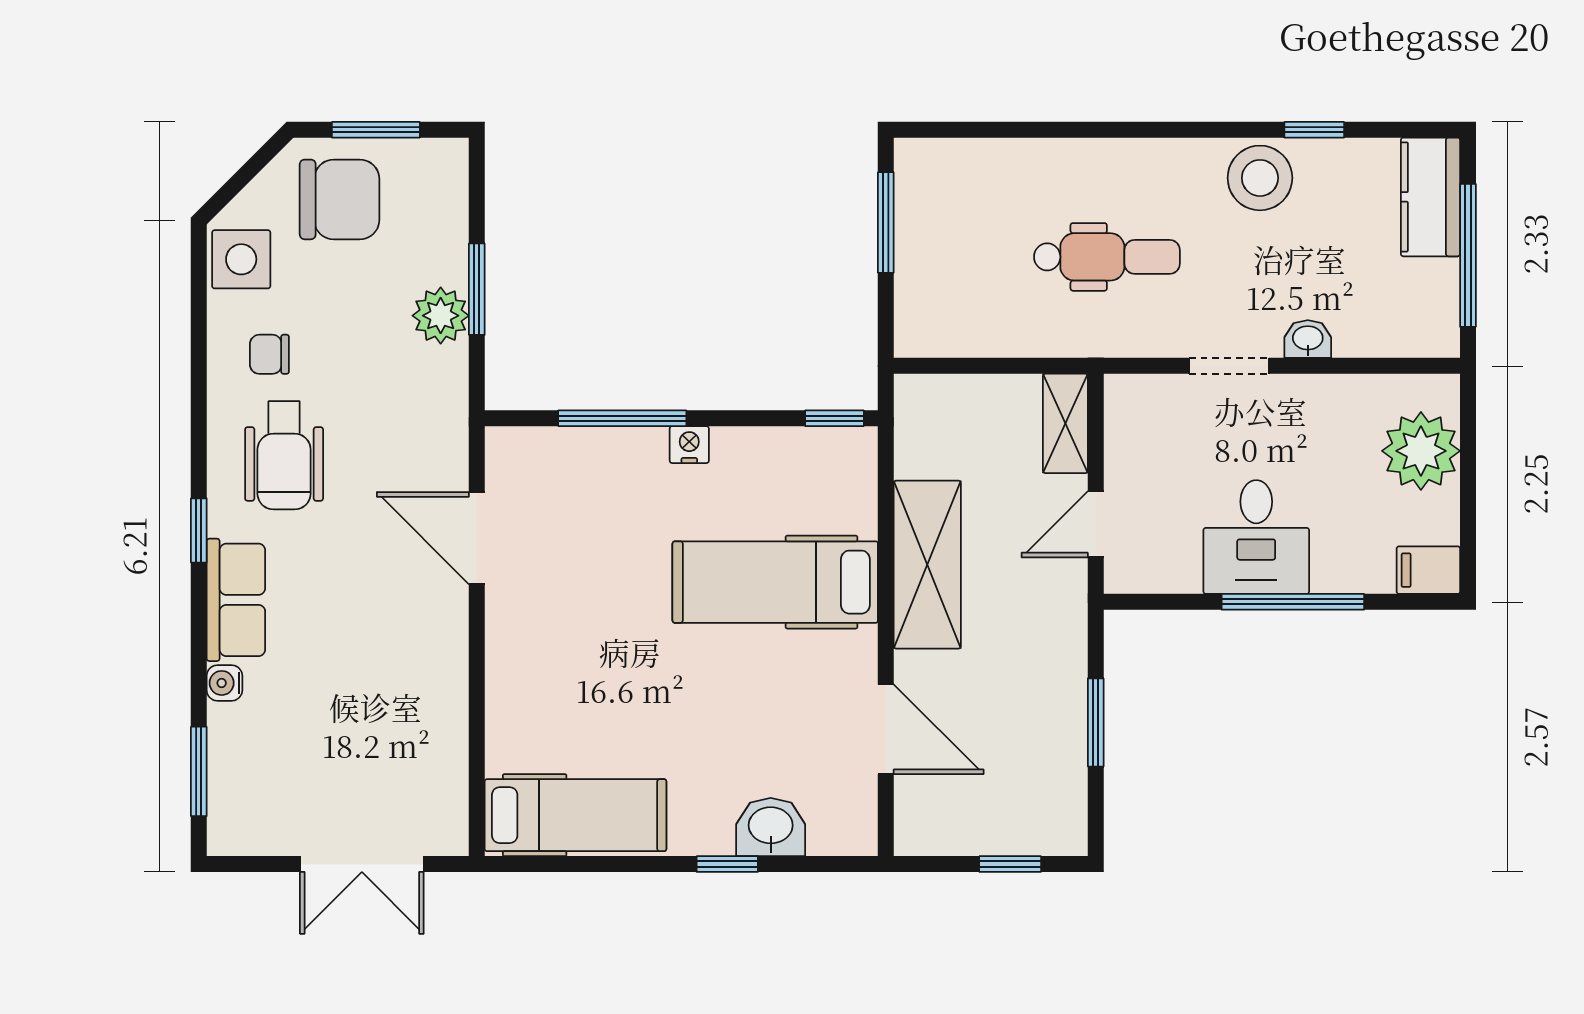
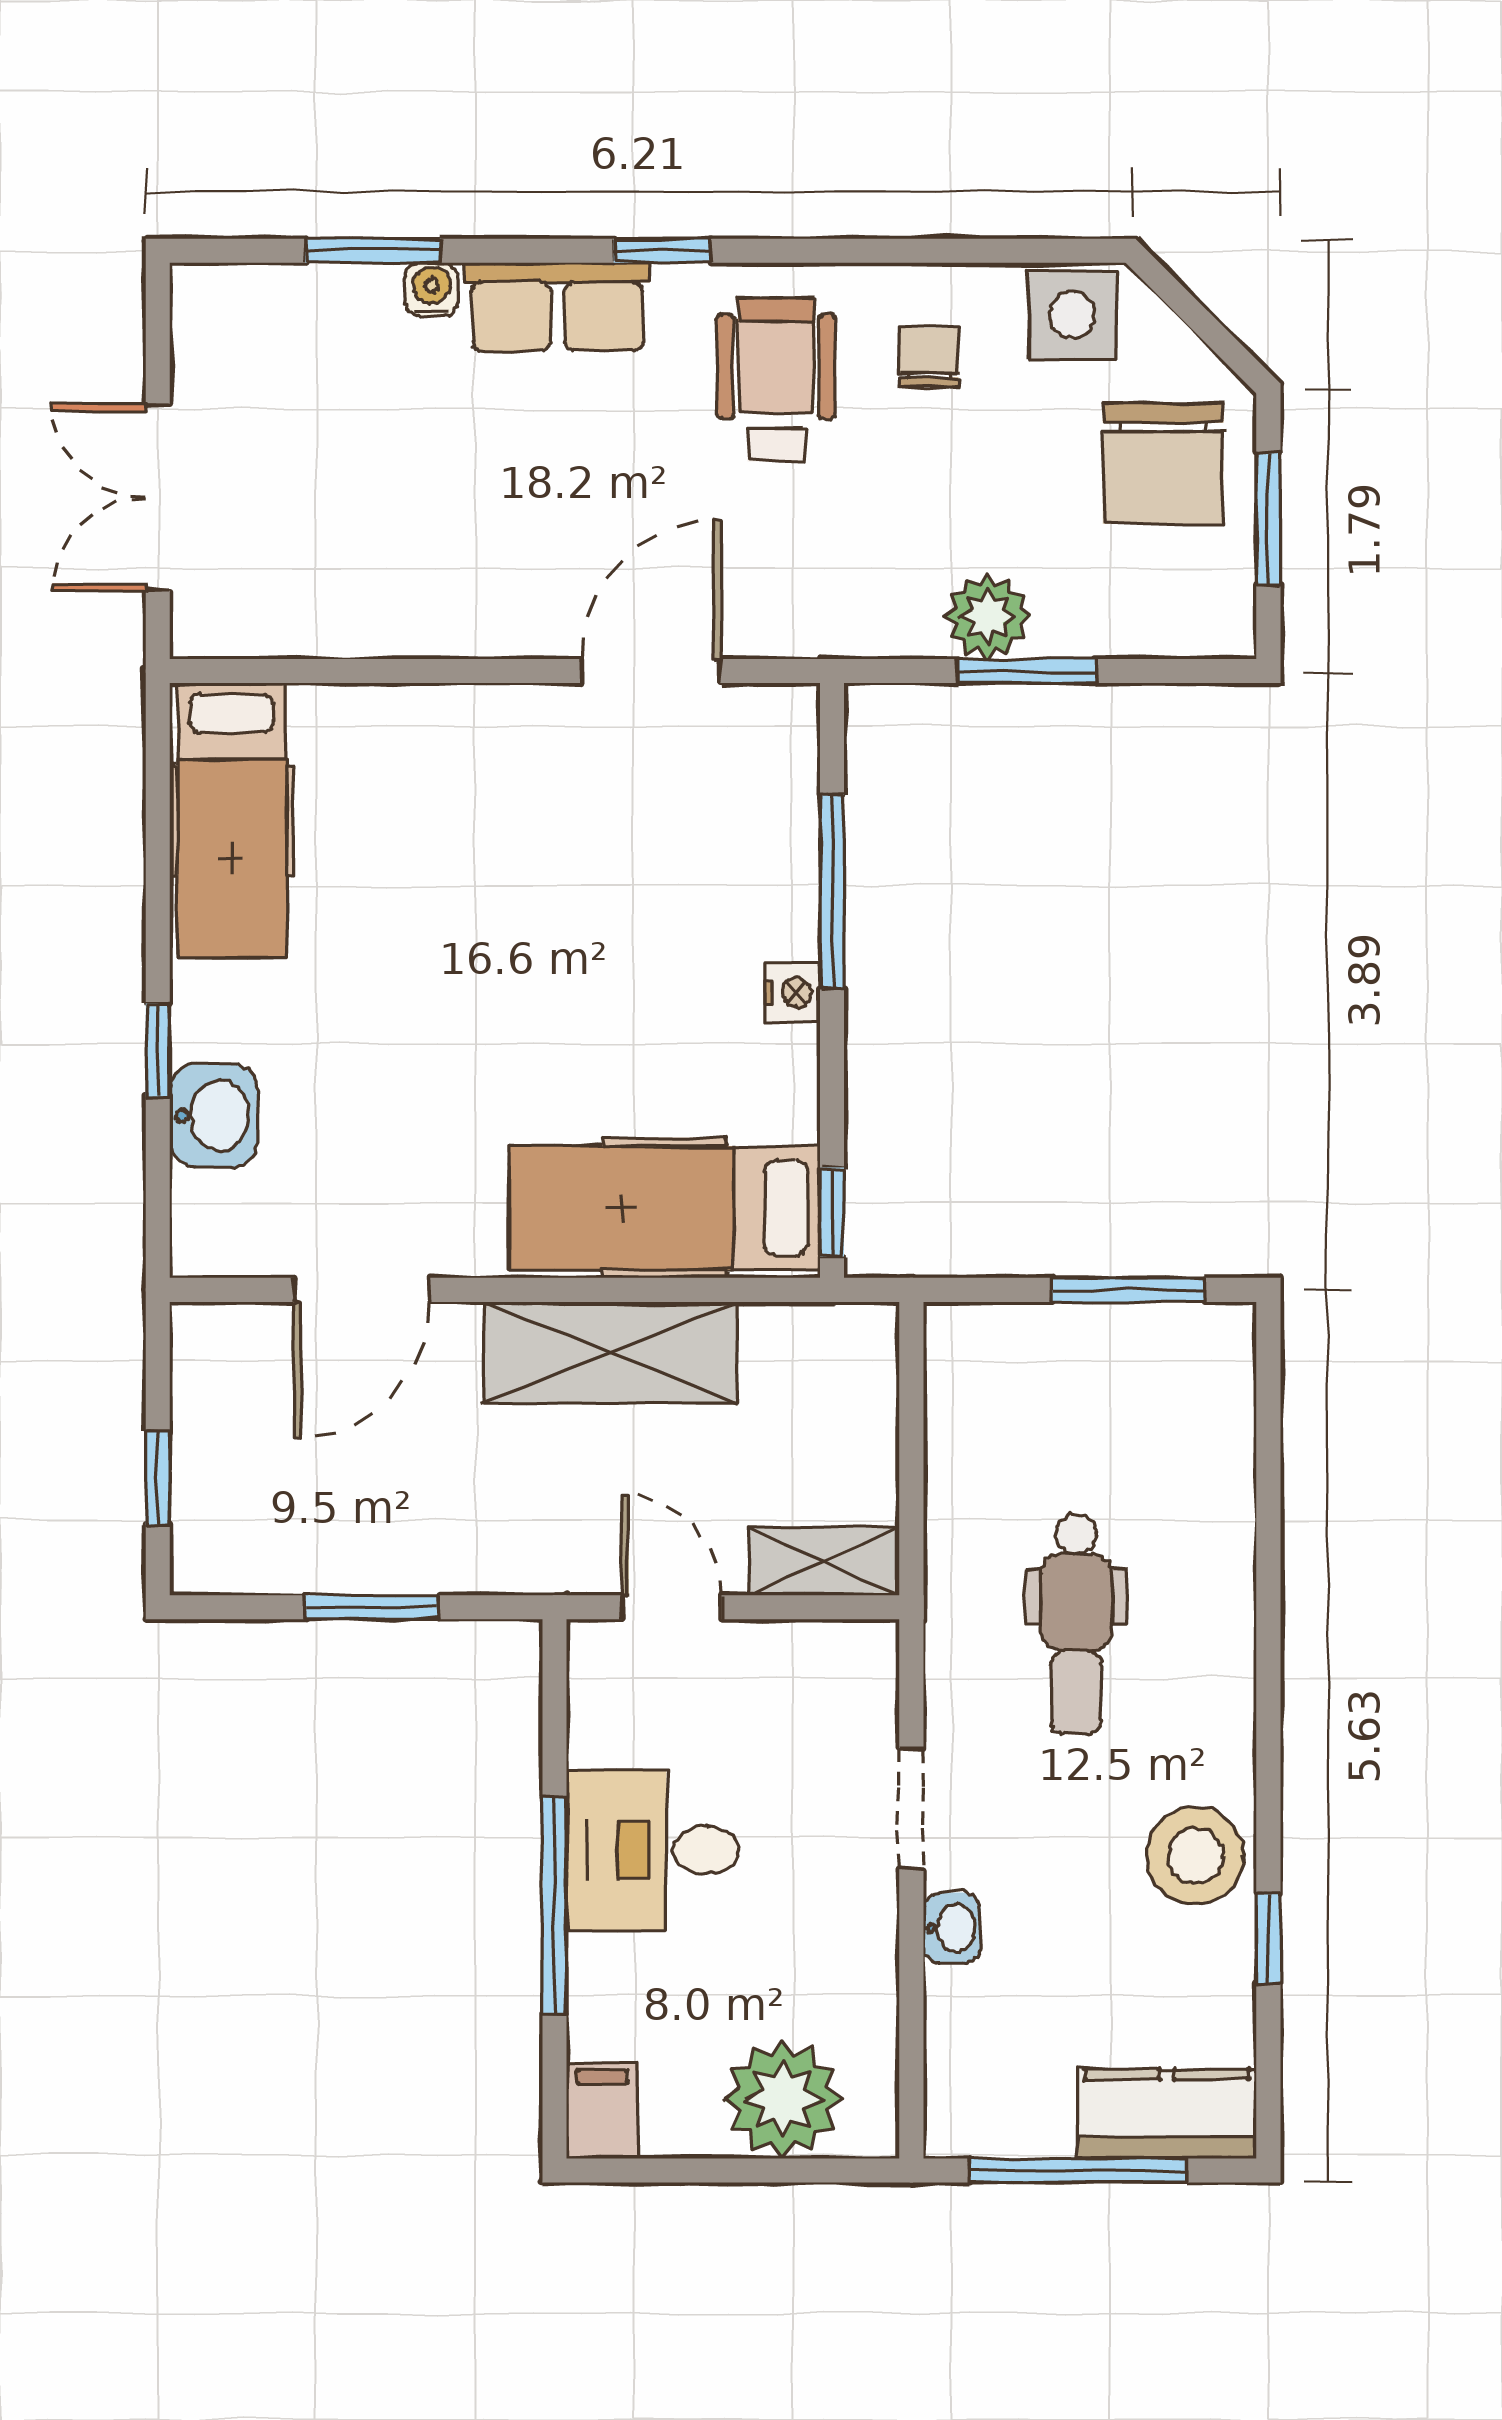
wheelchair: (284, 455) -> (776, 380), turned 90
hospital bed: (775, 582) -> (665, 1208), moved, turned -90
window: (199, 771) -> (373, 251), moved

